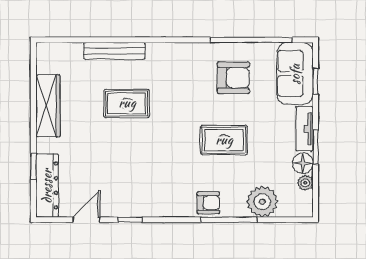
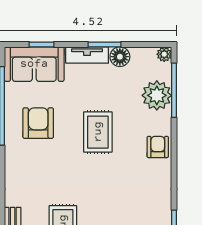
plant: (305, 183) -> (164, 54), moved
window: (229, 220) -> (174, 90), moved

